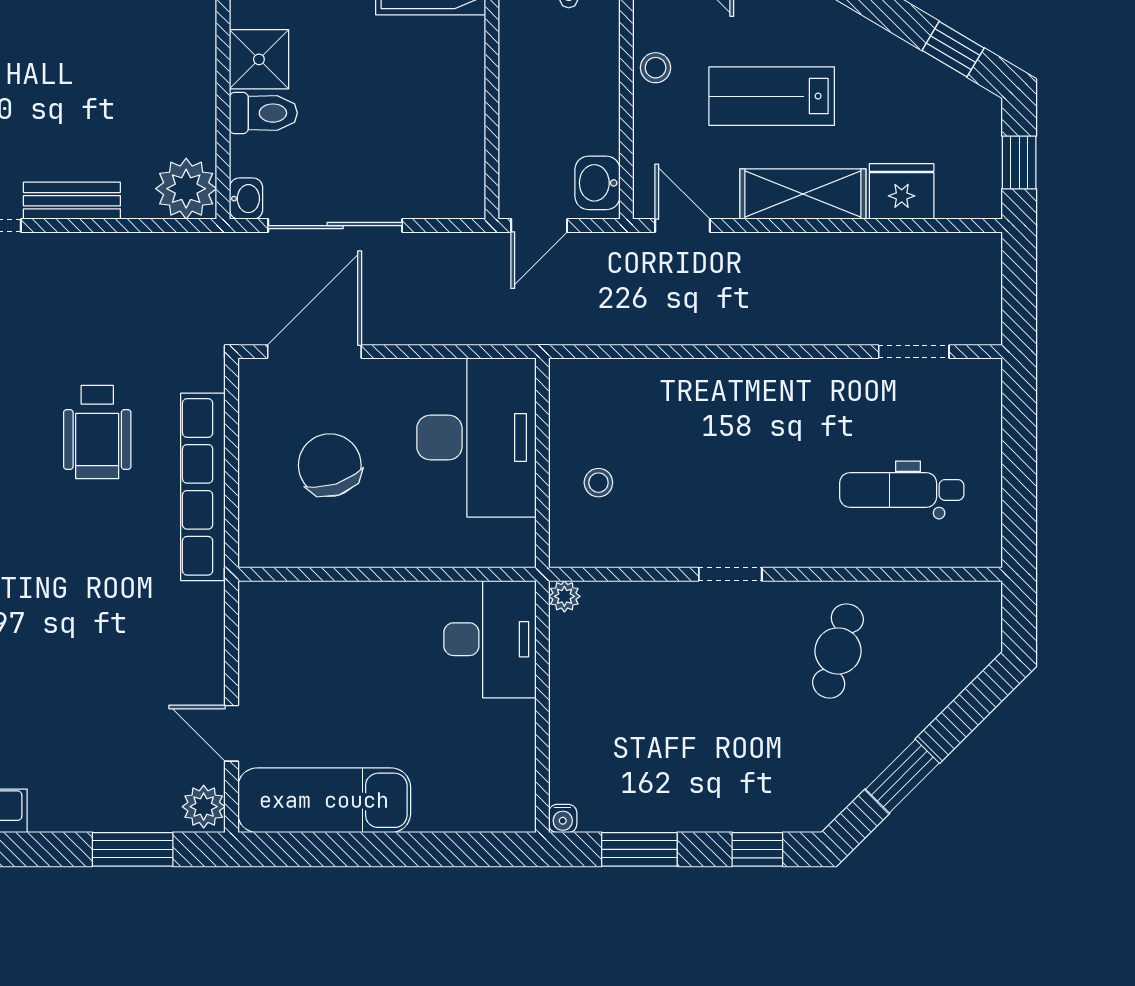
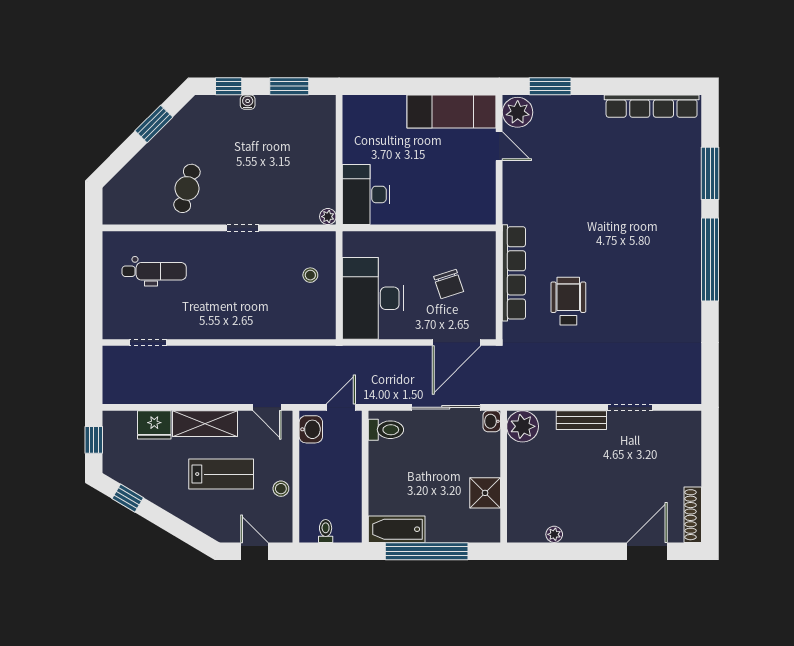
toilet: (263, 113) -> (386, 430), moved, turned 180
chair: (330, 465) -> (449, 284), width x0.73, depth x0.73
plant: (204, 807) -> (518, 112), width x1.36, depth x1.36
water cooler: (563, 818) -> (248, 102), moved

